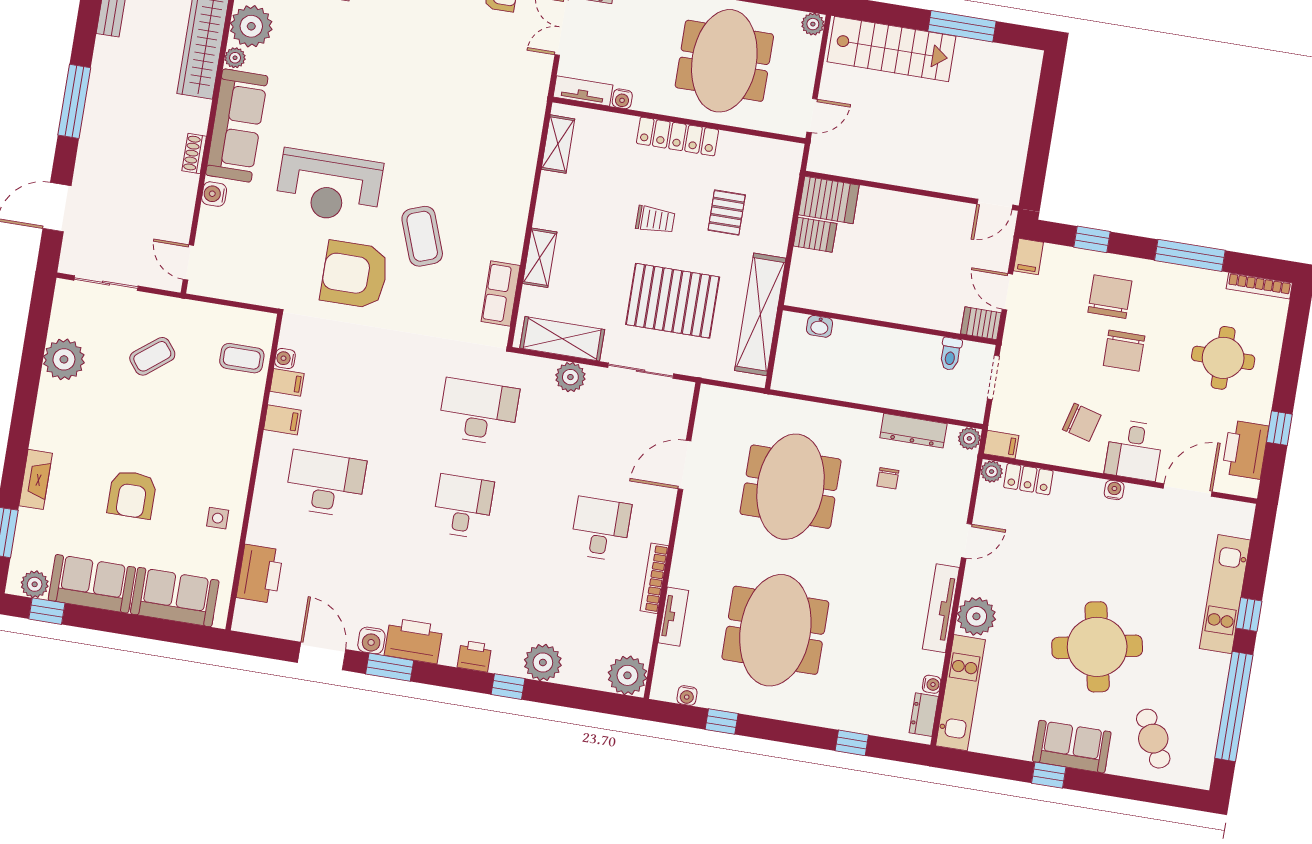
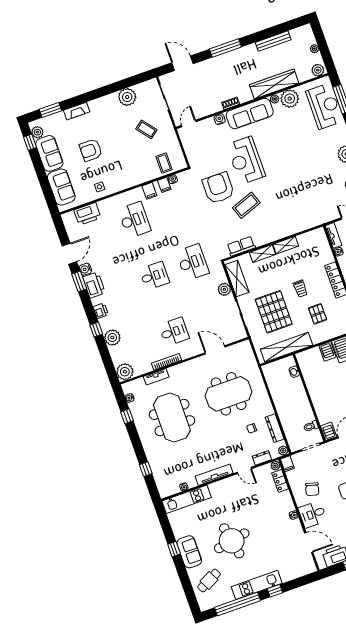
shelving: (558, 144) -> (286, 245), moved
pallet: (727, 213) -> (318, 314), turned 90
kitchen unit: (1225, 594) -> (257, 585), moved
plant: (976, 616) -> (218, 490), removed
meeting table: (775, 630) -> (172, 418), turned 90
dresser: (924, 715) -> (262, 458), moved

